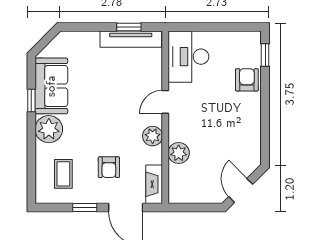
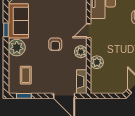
armchair: (109, 167) -> (55, 44), moved
window: (85, 208) -> (24, 96), moved

